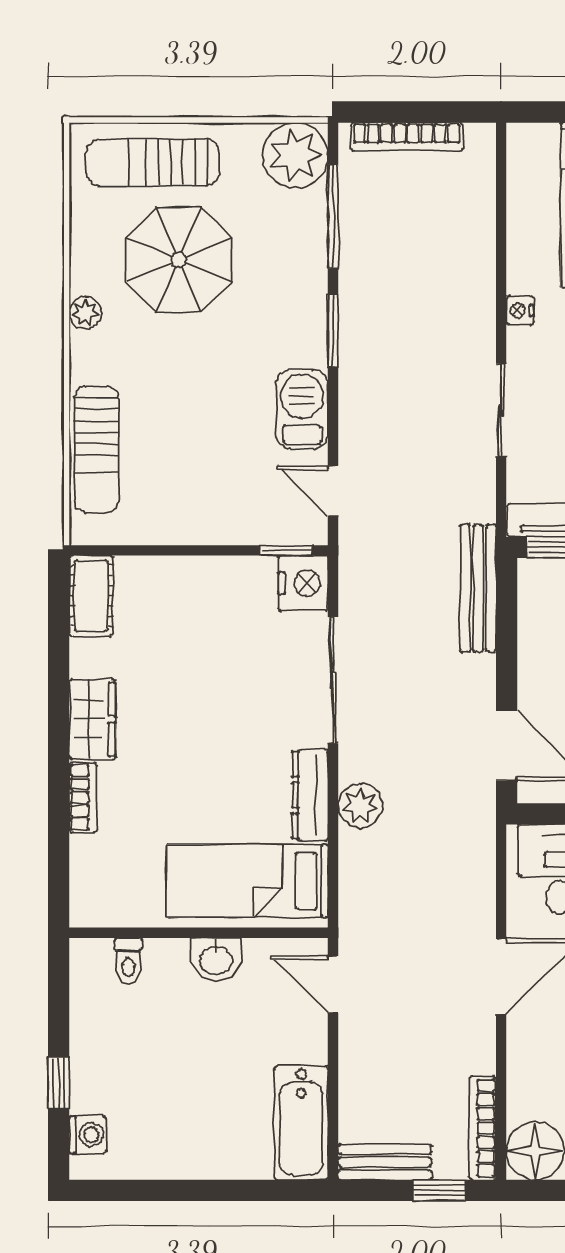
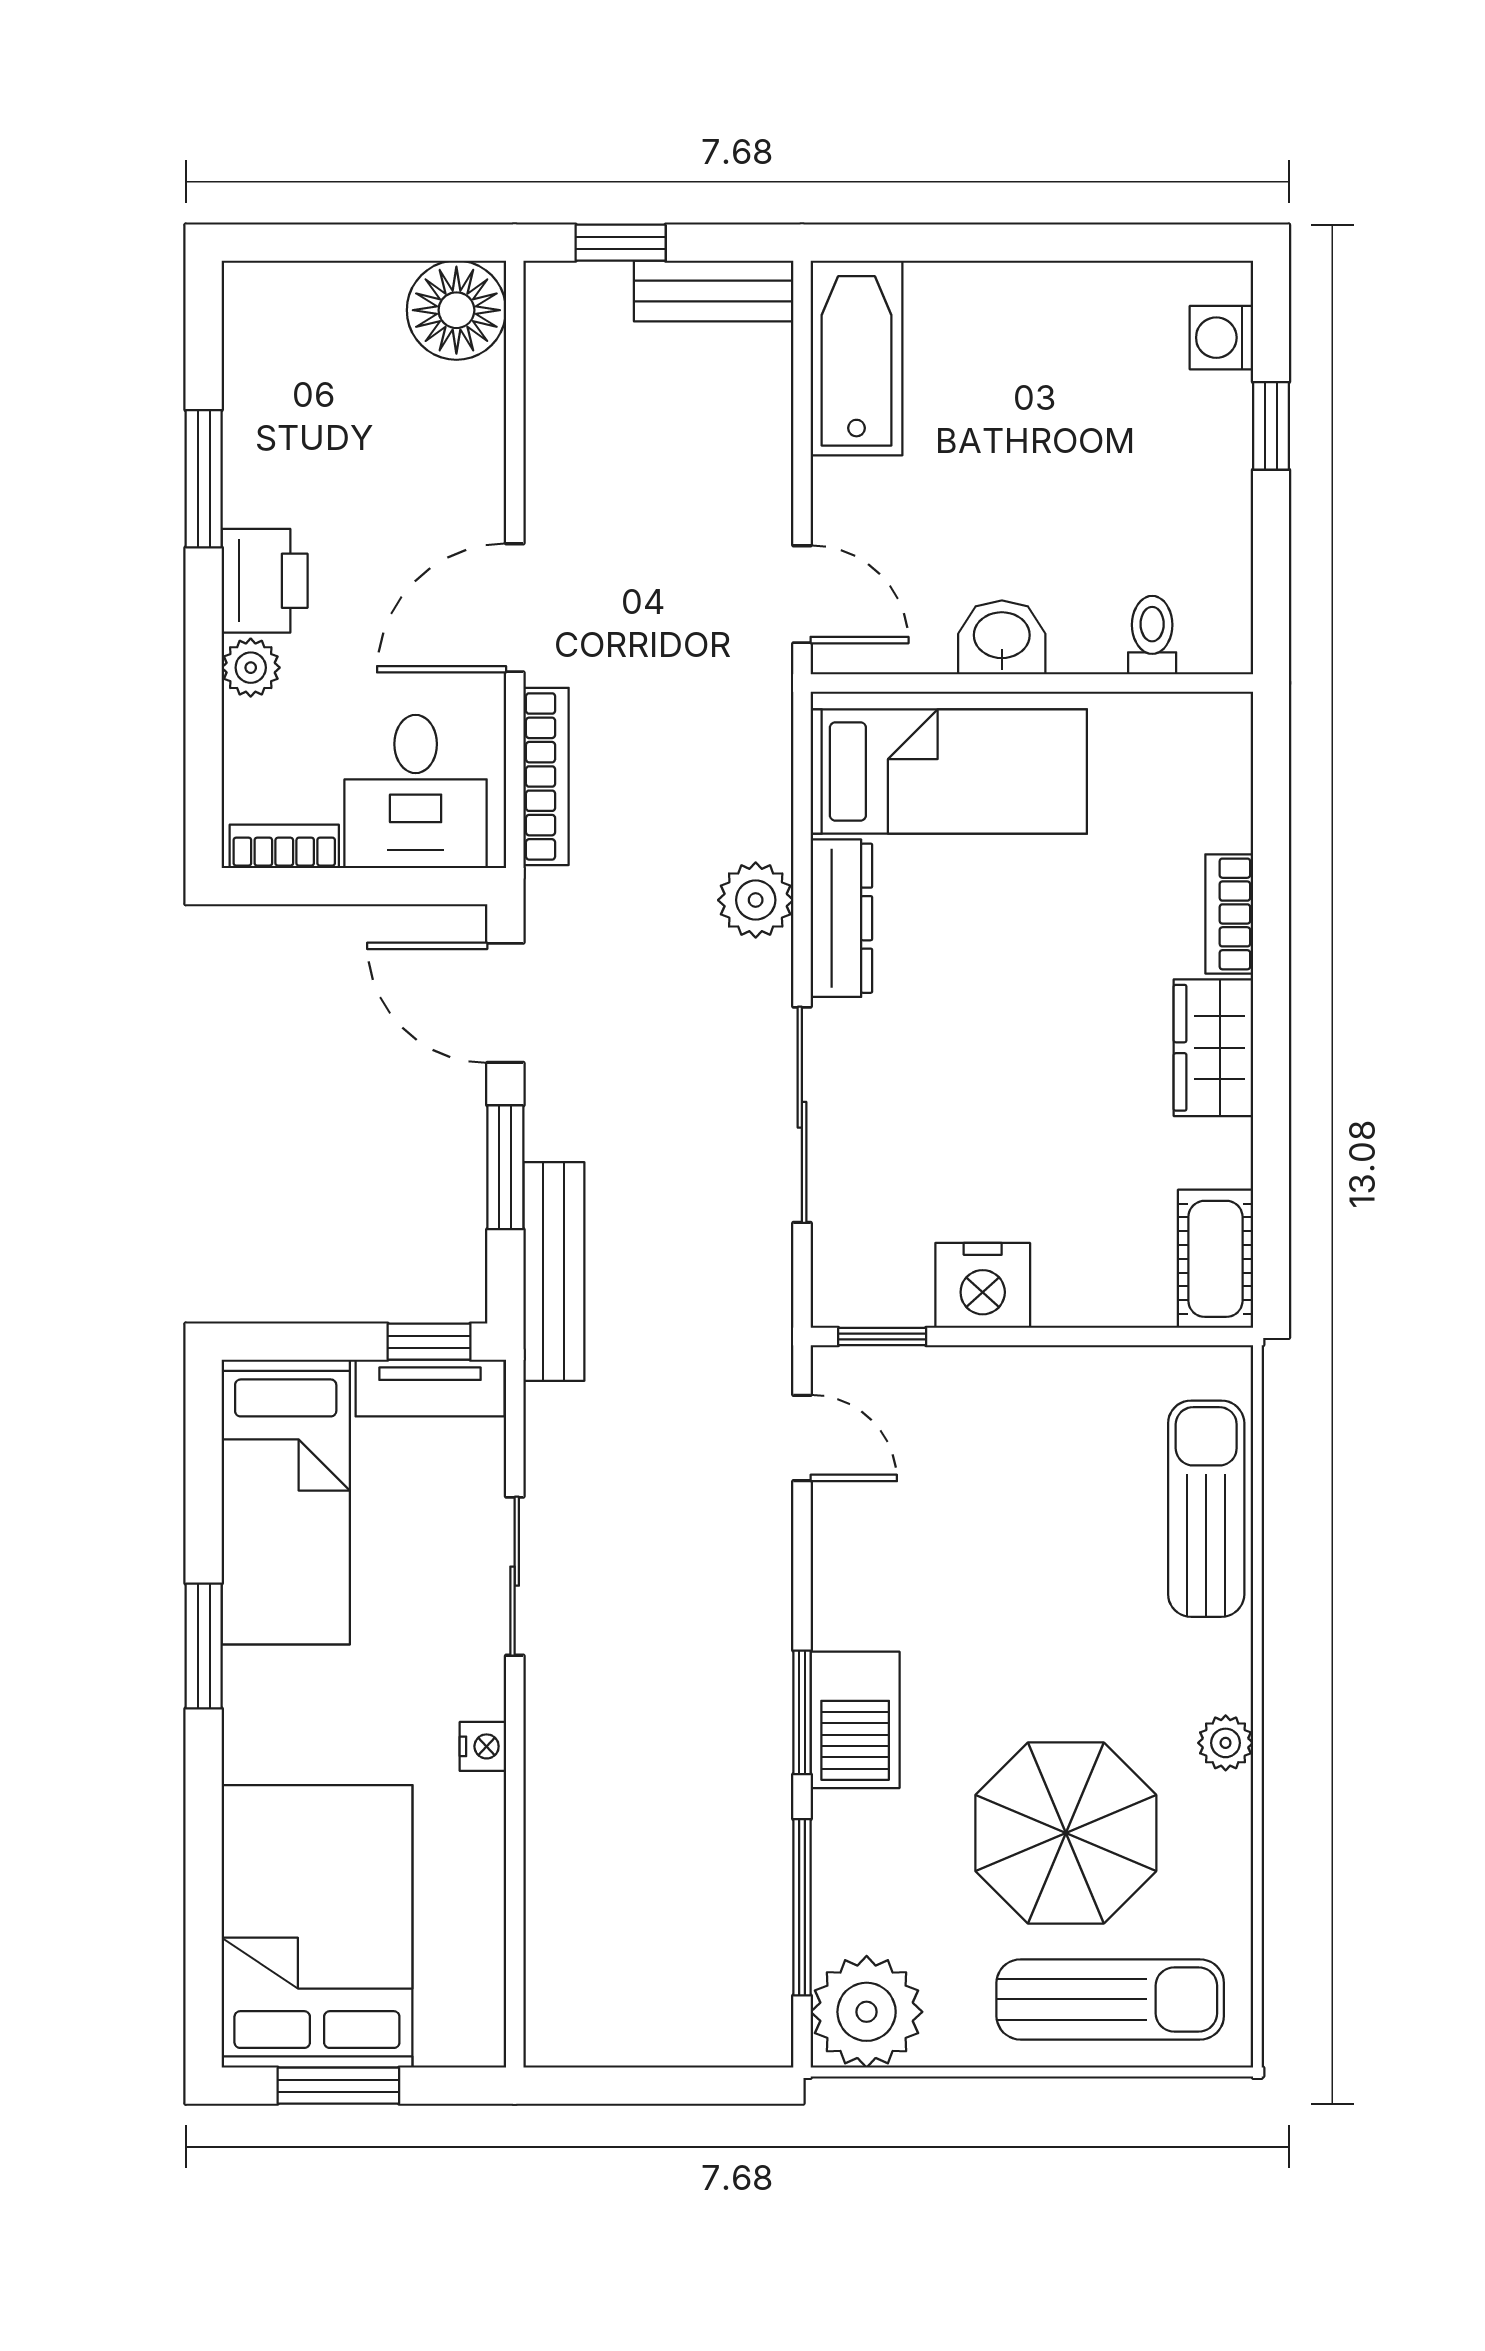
bookcase: (407, 137) -> (676, 2043), removed
barbecue: (302, 409) -> (855, 1720), moved
nightstand: (303, 583) -> (983, 1285), moved, turned -90
window: (507, 649) -> (505, 1167), added
bookcase: (483, 1128) -> (546, 776), moved

